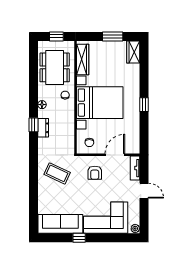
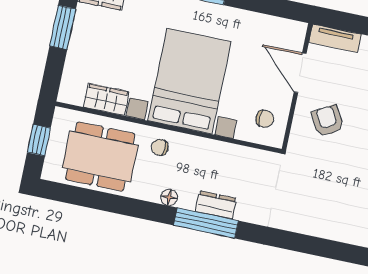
wardrobe: (83, 60) -> (106, 100), width x0.67
window: (33, 125) -> (206, 223), width x2.17
coffee table: (57, 173) -> (313, 196), removed
armchair: (95, 173) -> (328, 121), turned -120

